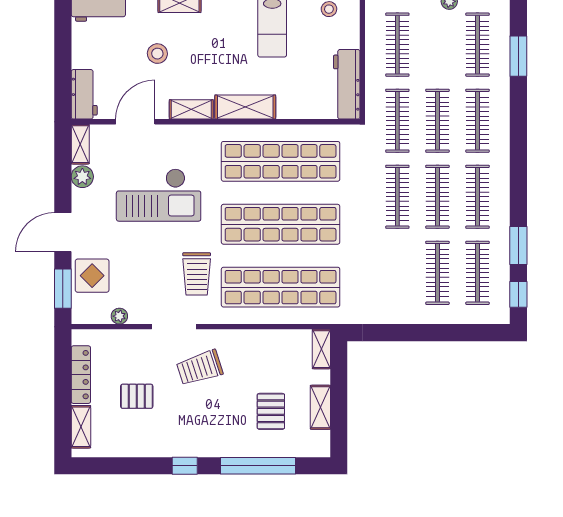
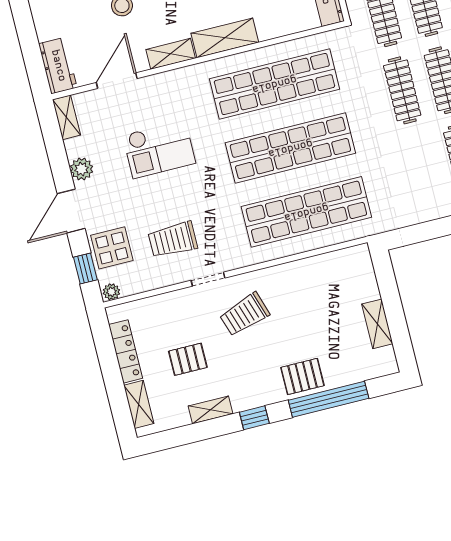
plant: (82, 177) -> (82, 169), moved
checkout: (159, 195) -> (159, 149), width x0.73, depth x0.83
trolley: (197, 274) -> (173, 240), moved, turned 90
window: (63, 289) -> (85, 269), width x0.67
plant: (119, 316) -> (111, 292), moved
doorway: (174, 327) -> (208, 279), width x0.73
shelving: (321, 349) -> (210, 410), moved, turned 90
pallet: (271, 411) -> (302, 376), moved, turned 90

